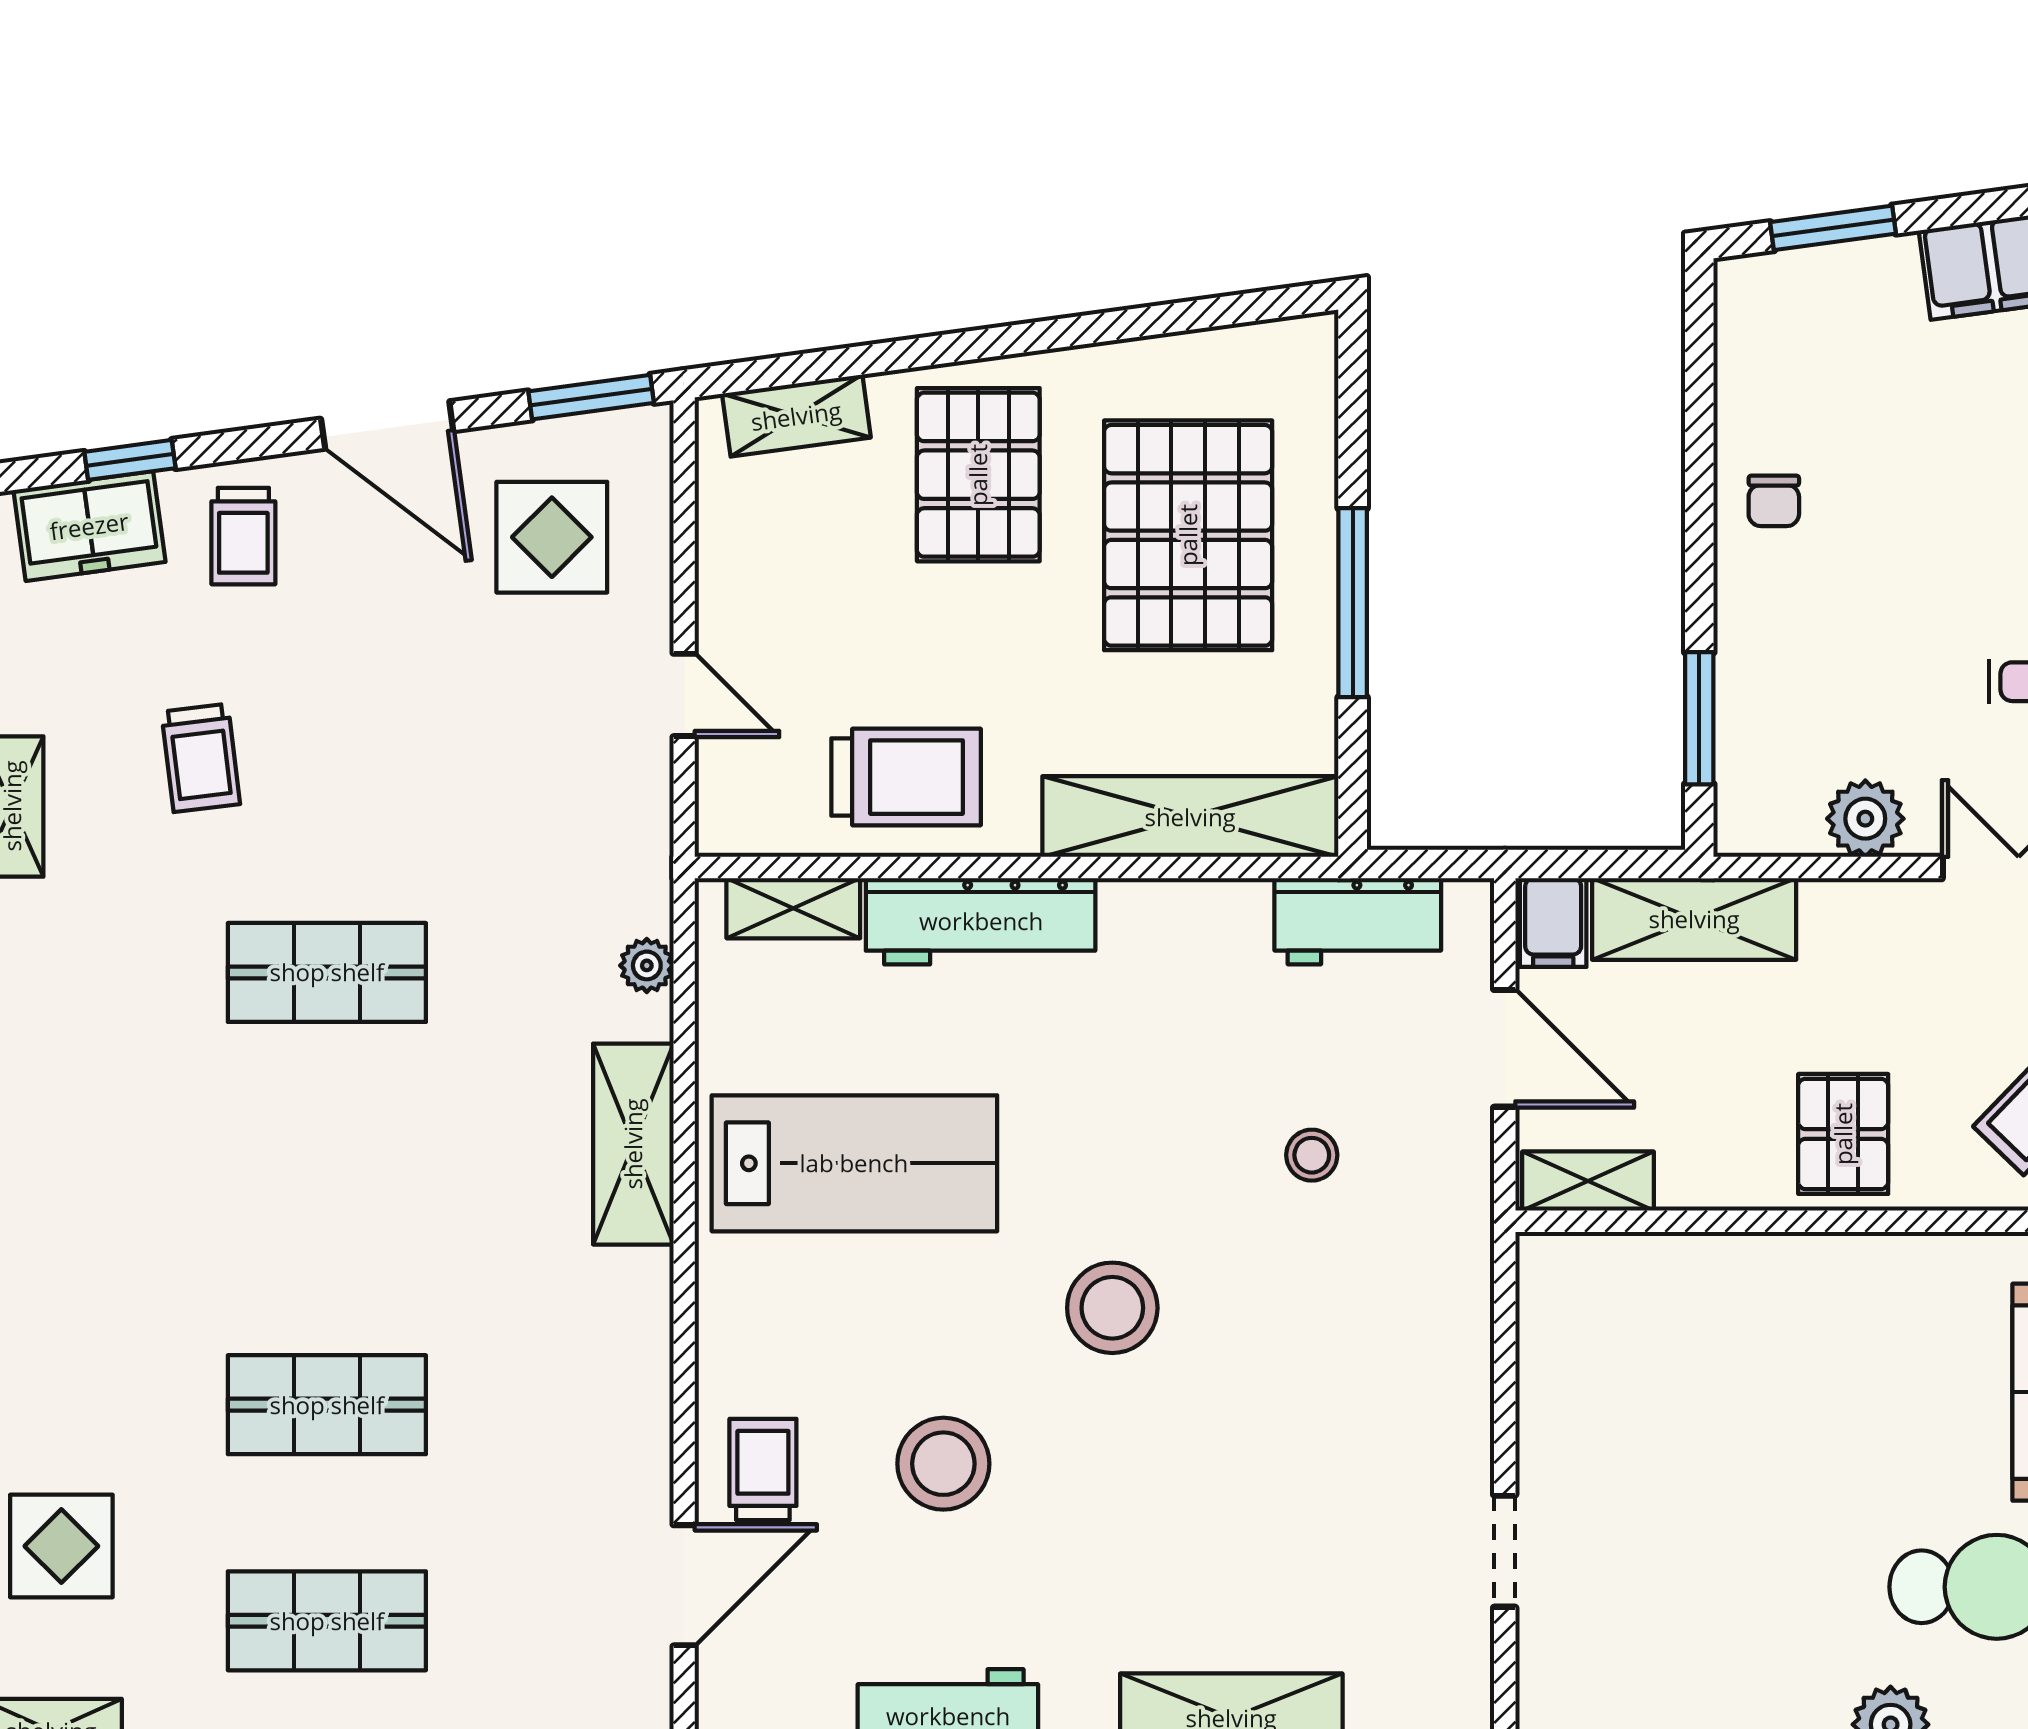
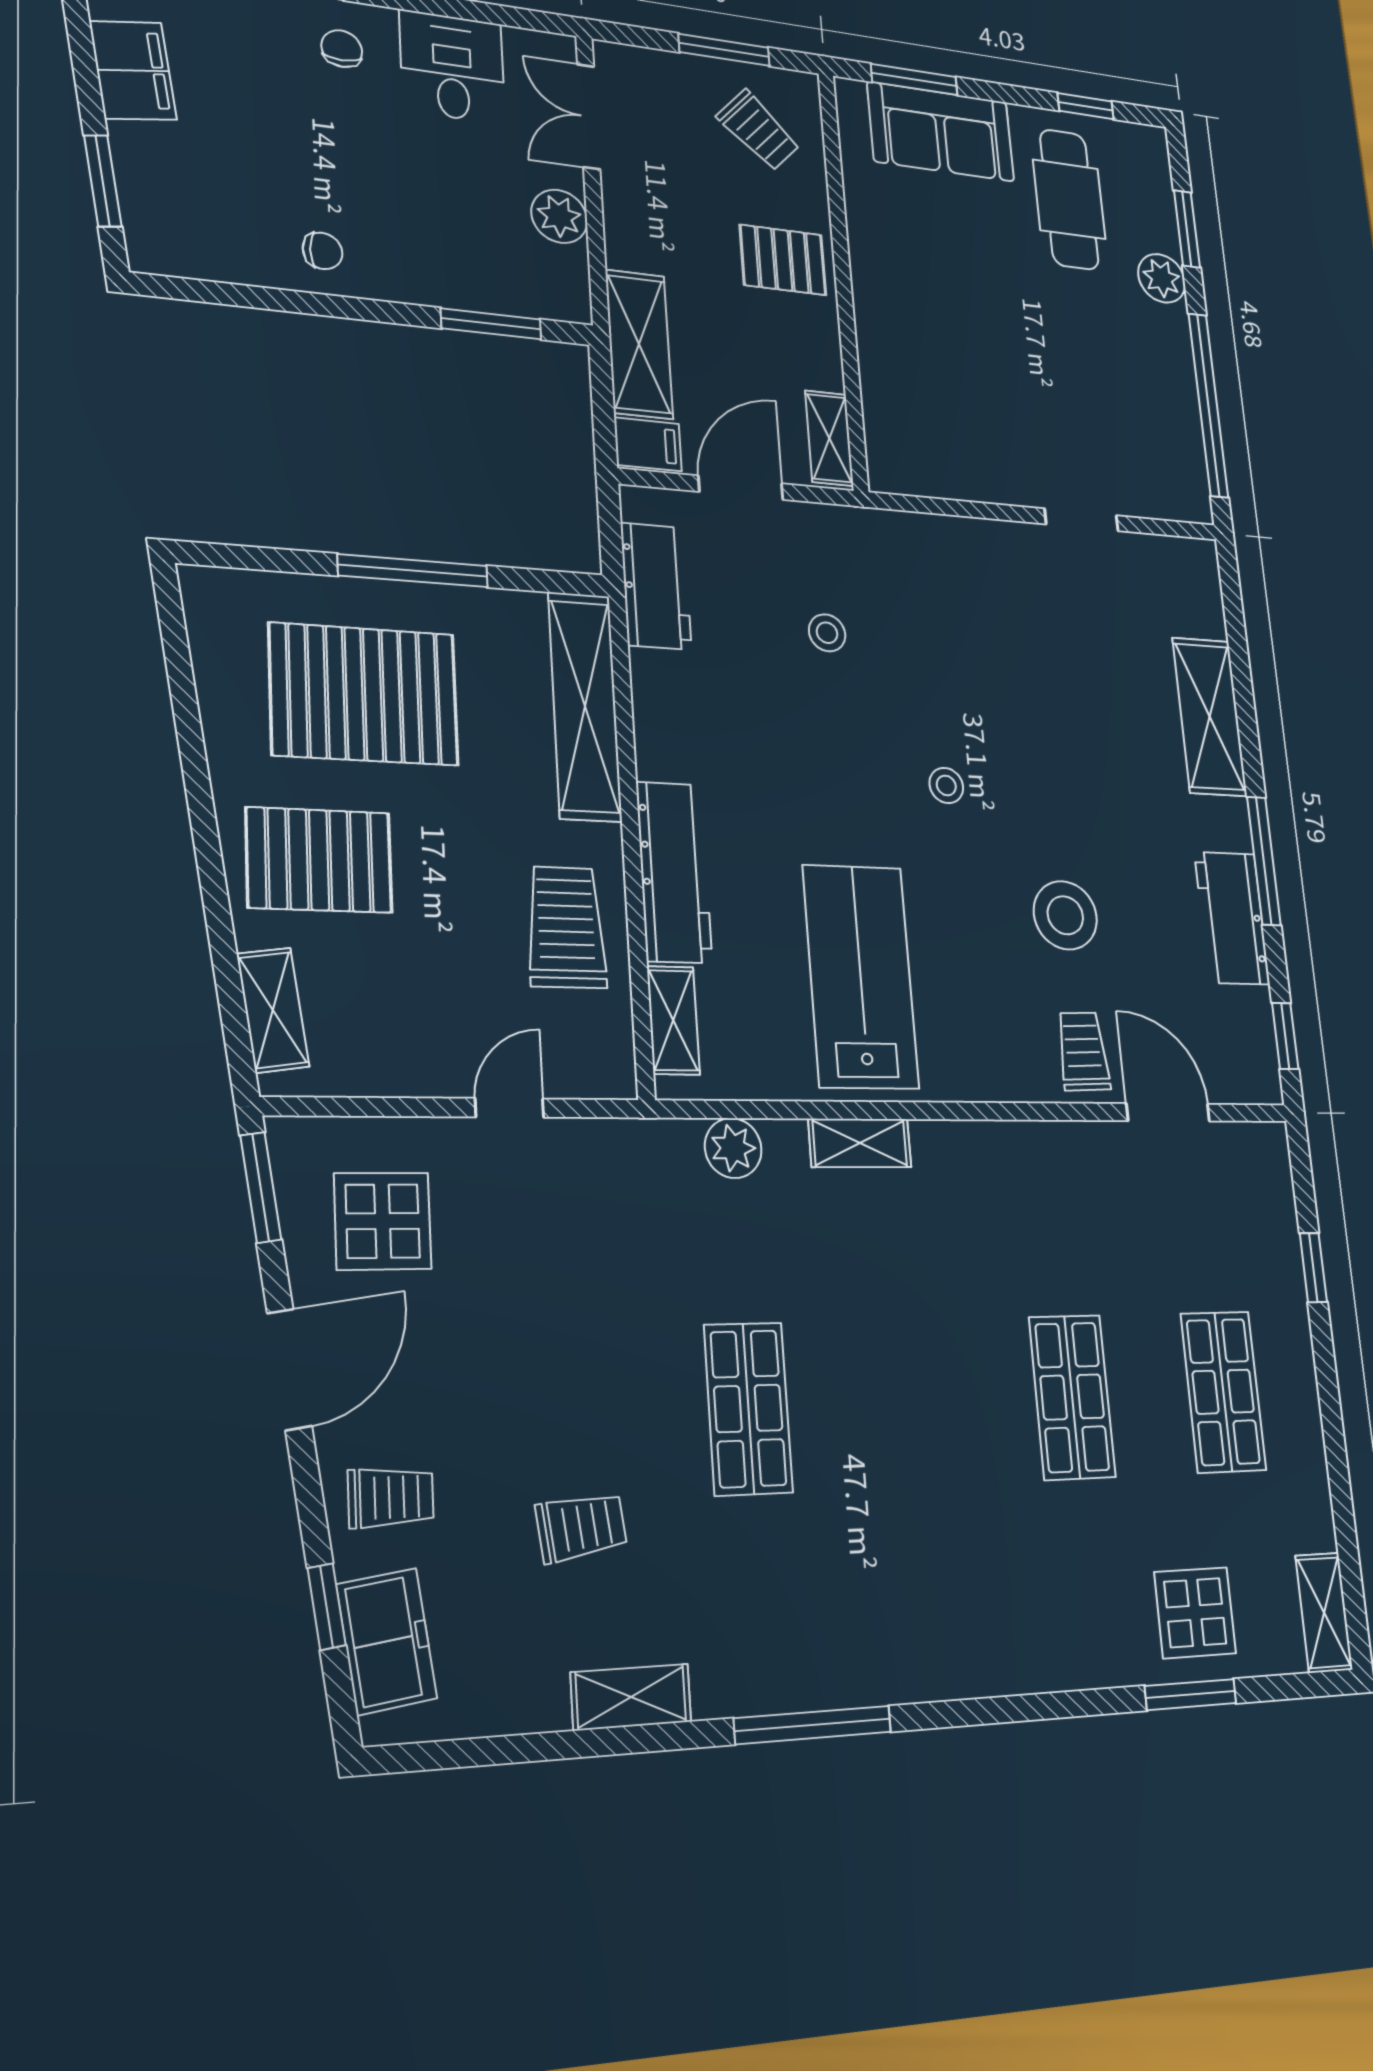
plant: (647, 965) -> (733, 1148), width x1.38, depth x1.38
shelving: (633, 1144) -> (860, 1143), width x0.67, depth x0.75
stool: (1112, 1308) -> (946, 785), width x0.53, depth x0.53
trolley: (763, 1469) -> (1083, 1051), turned 88

